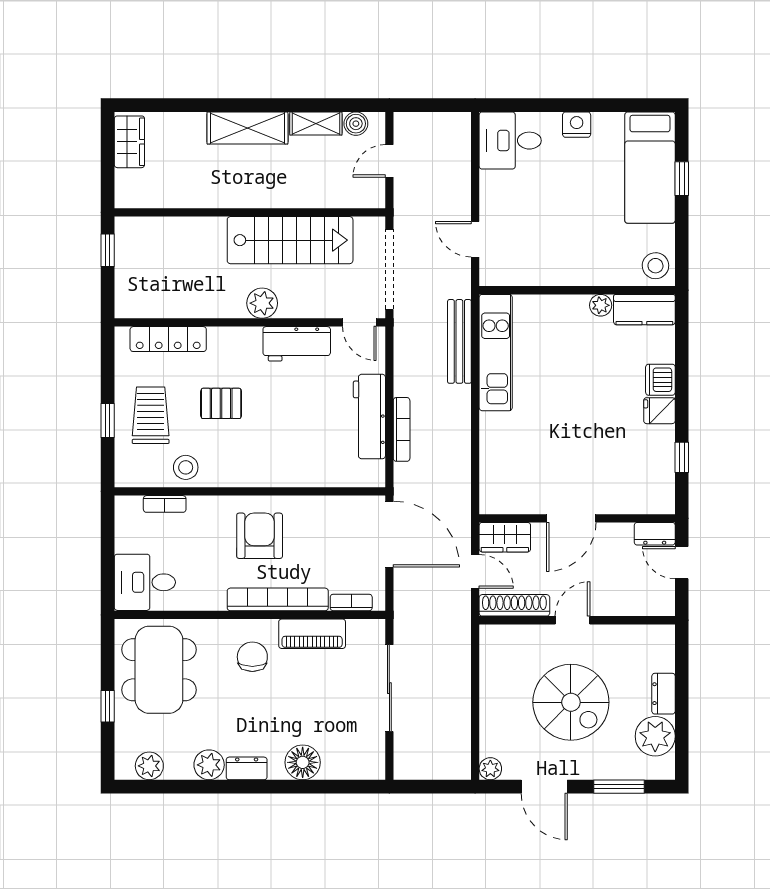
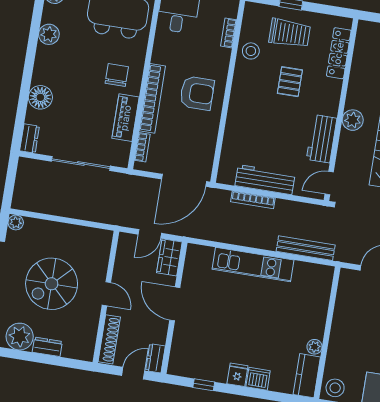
kitchen unit: (496, 353) -> (253, 265), moved
shoe rack: (514, 605) -> (109, 339), moved
chair: (252, 657) -> (117, 75), turned -90
dresser: (247, 768) -> (30, 138), moved

